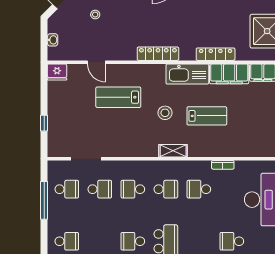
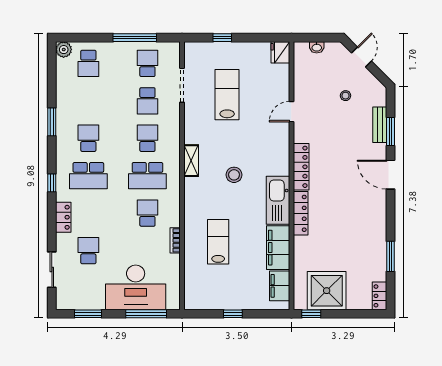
locker: (216, 54) -> (301, 213), moved
door: (96, 62) -> (291, 112), moved
lab bench: (118, 97) -> (227, 95), moved
lab bench: (207, 116) -> (218, 242), moved, turned 180
shelving: (173, 151) -> (191, 161), moved
school desk: (67, 189) -> (147, 63), turned 180
school desk: (166, 189) -> (147, 176), width x1.85

